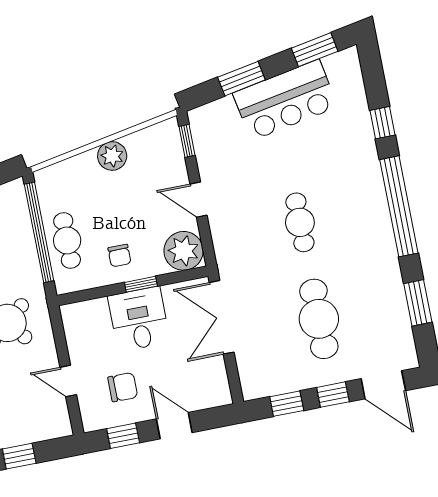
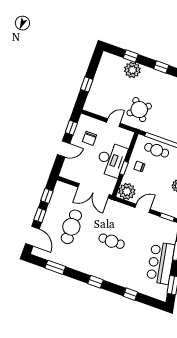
window: (399, 206) -> (96, 282), width x0.32
double door: (222, 317) -> (94, 191), swing flipped
desk: (139, 319) -> (111, 160), width x1.37
cafe table: (319, 319) -> (71, 227), turned 90
door: (68, 381) -> (113, 123), moved
door: (383, 385) -> (32, 236), swing flipped

